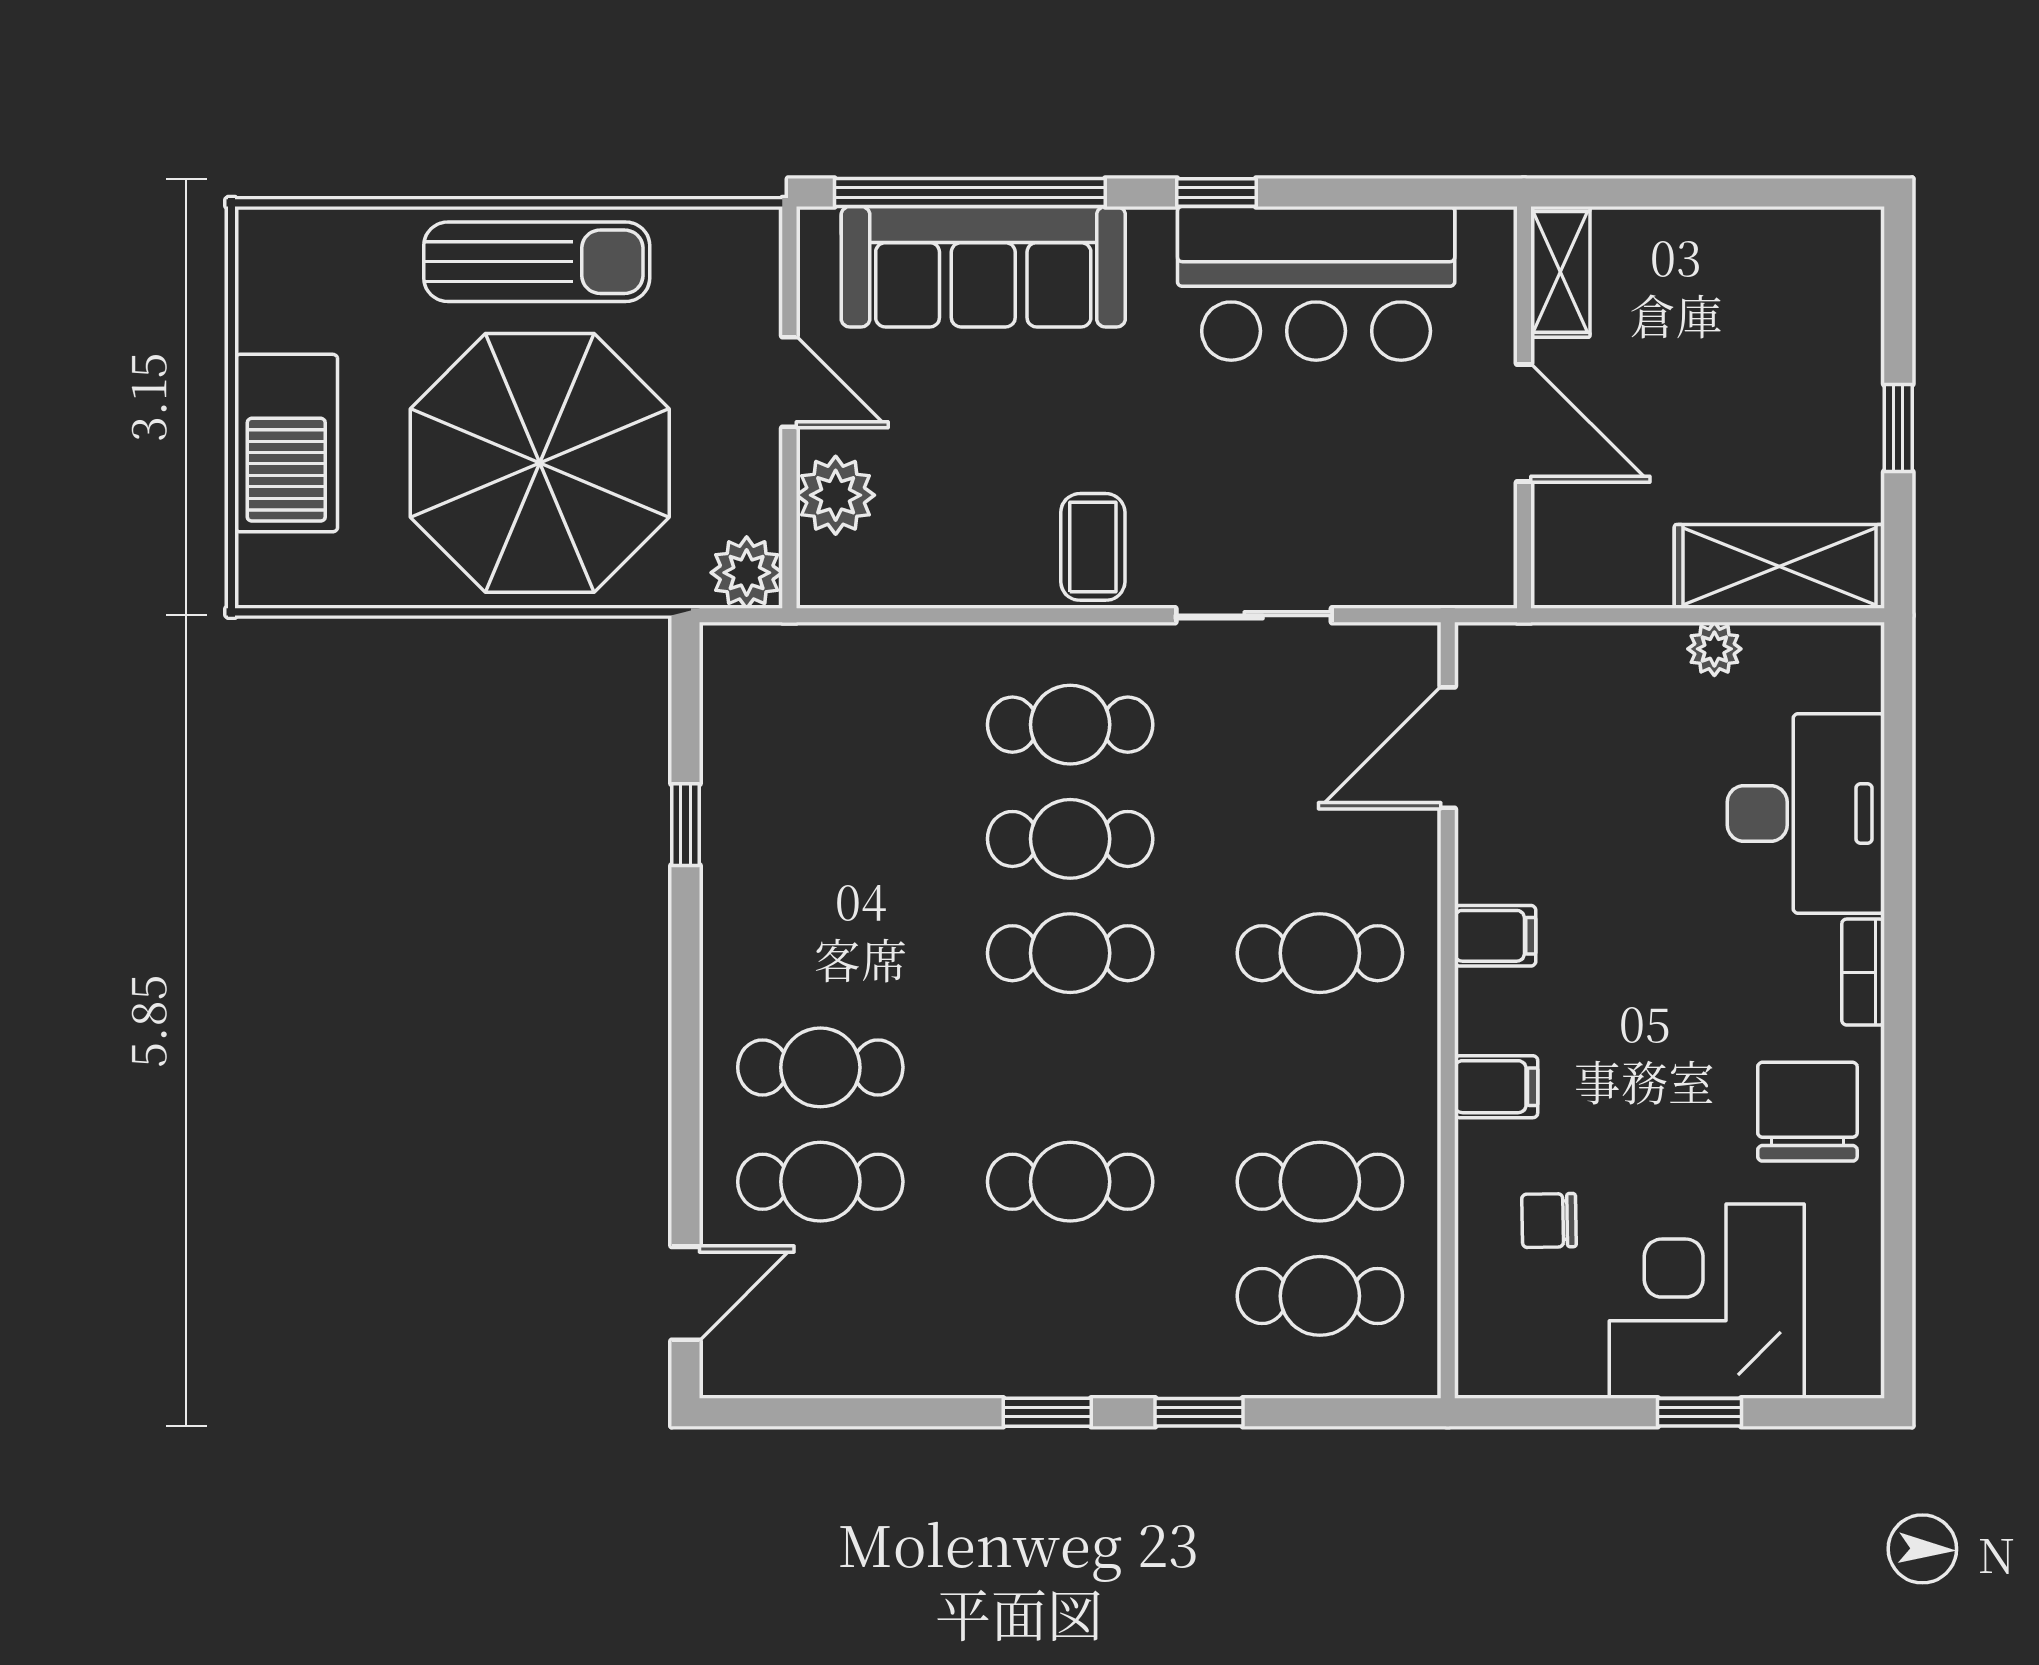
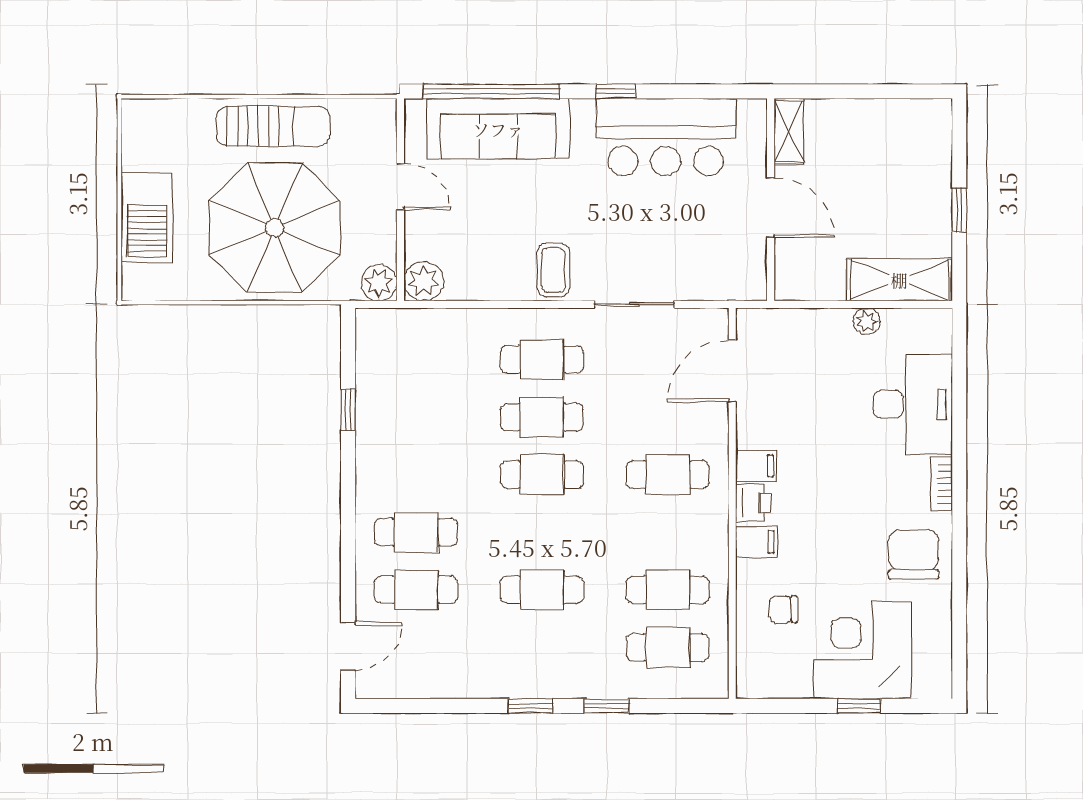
plant: (836, 495) -> (424, 281), moved
printer: (1489, 1010) -> (753, 503), added

